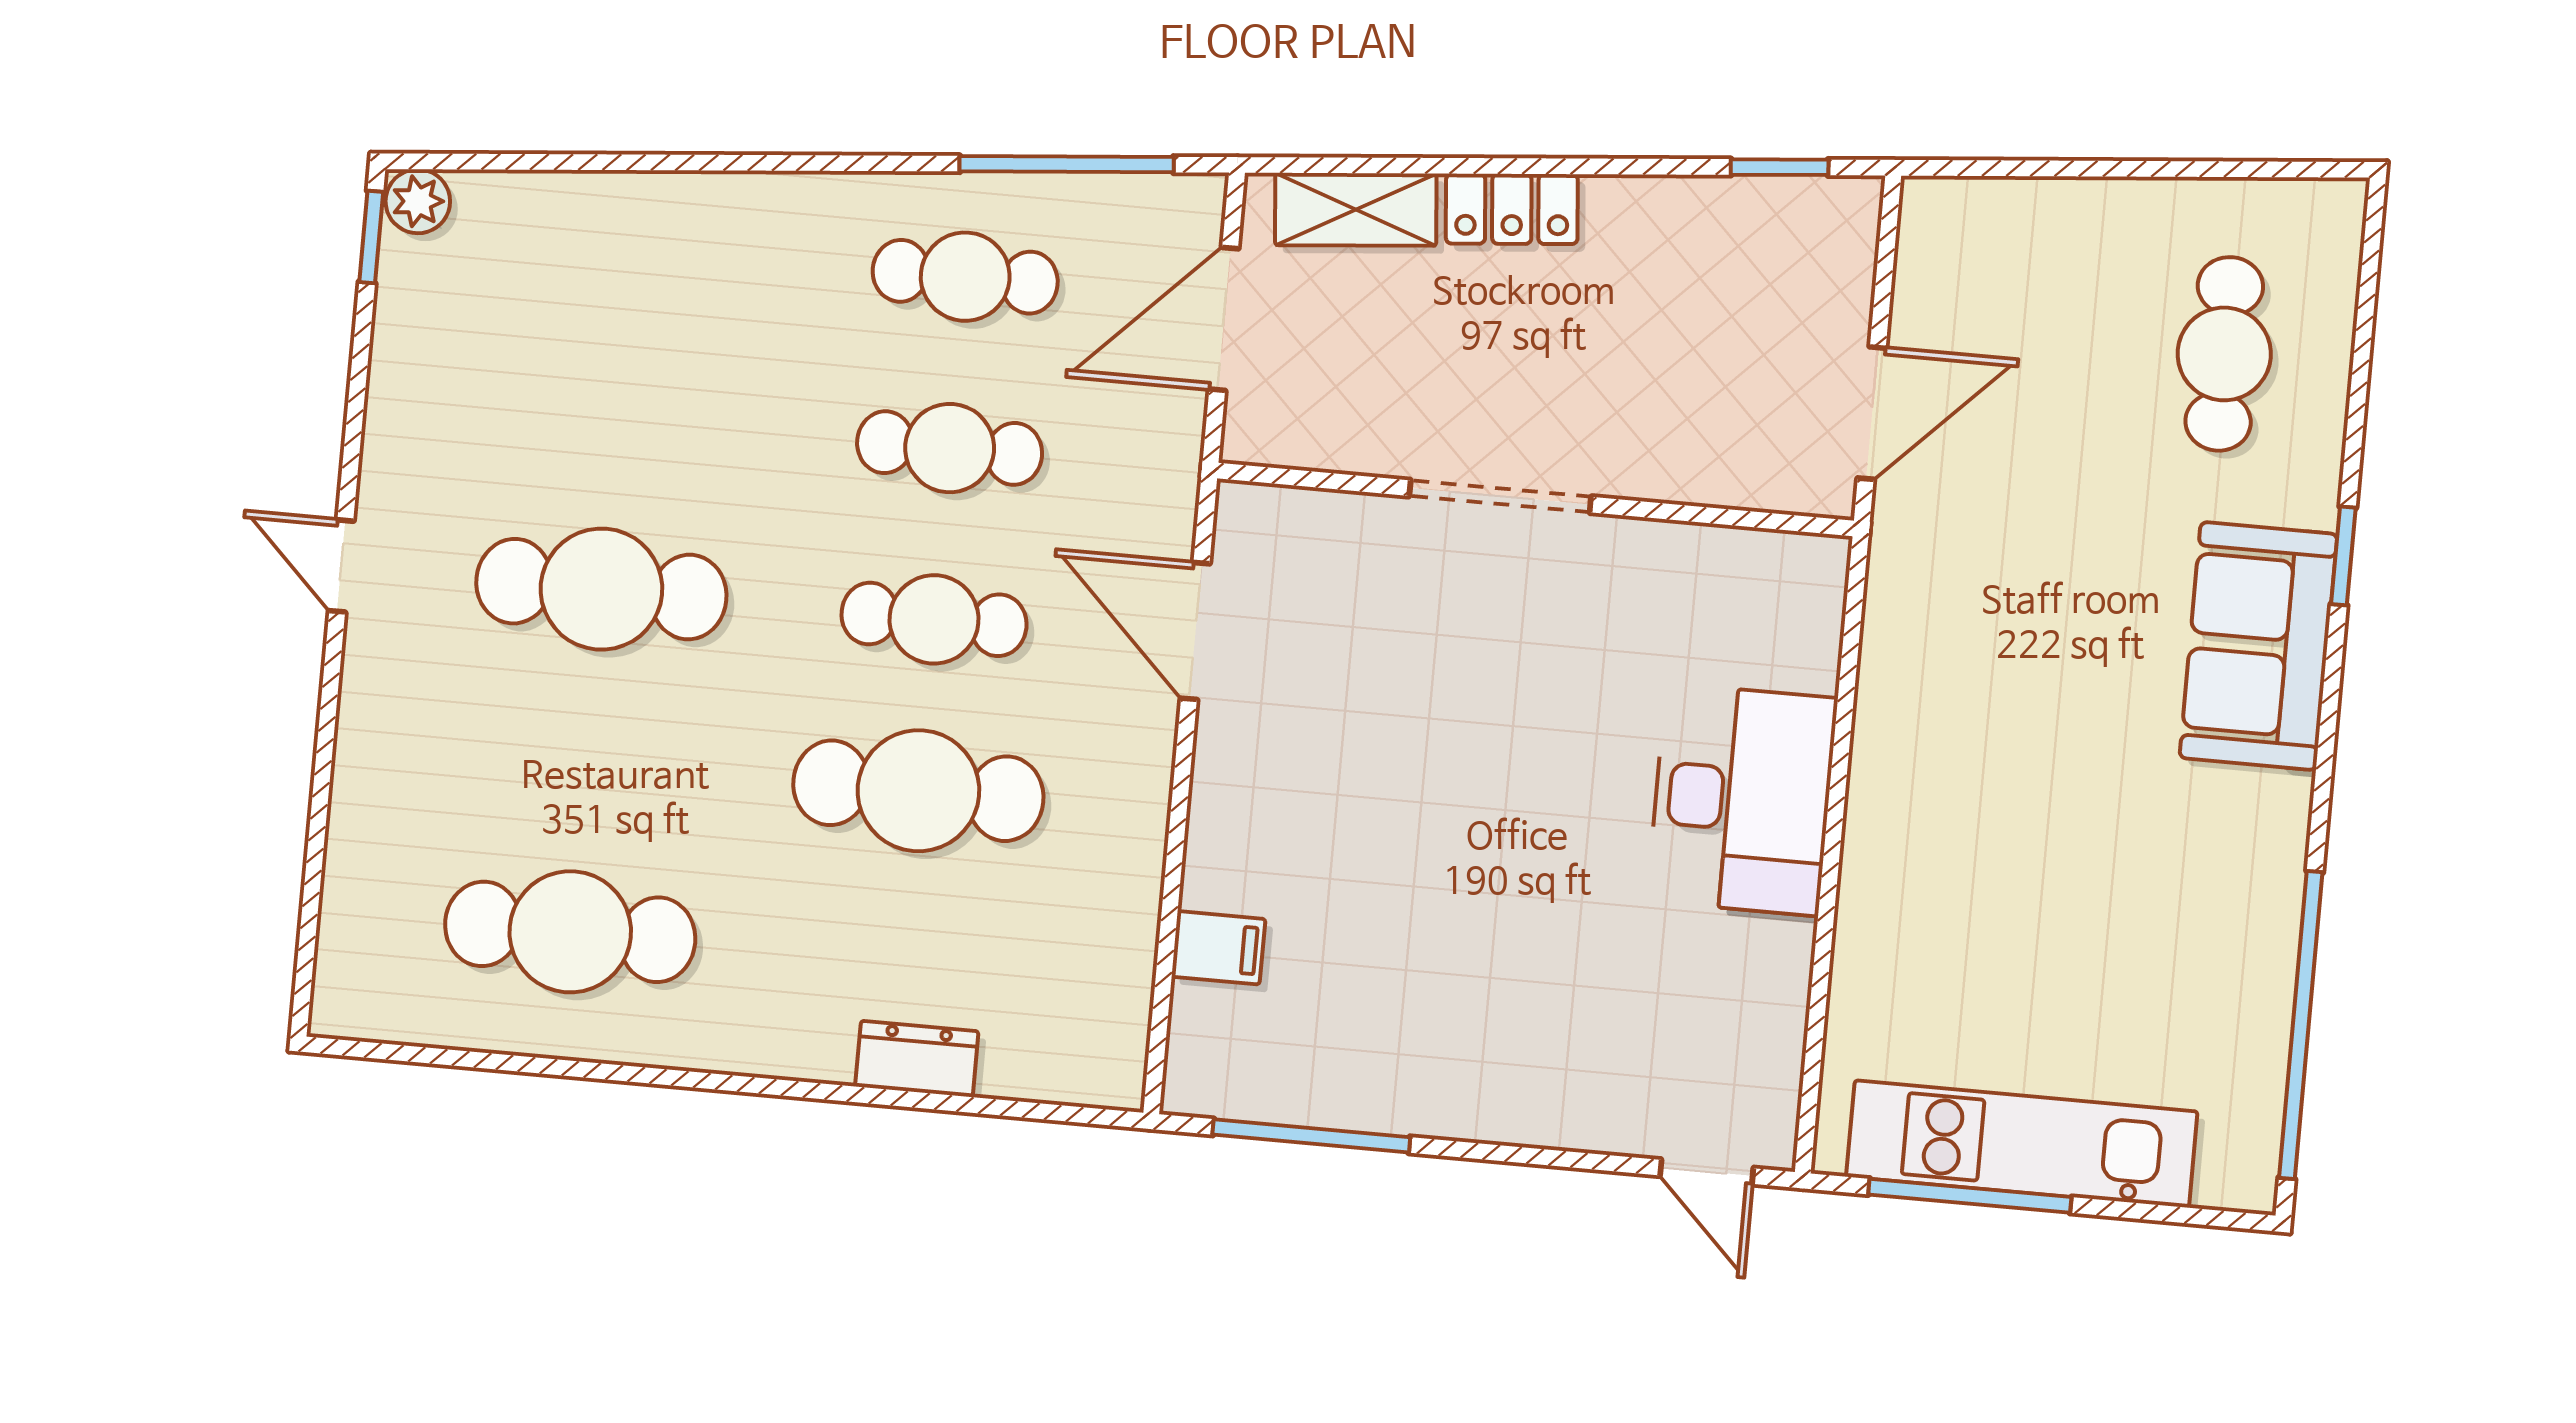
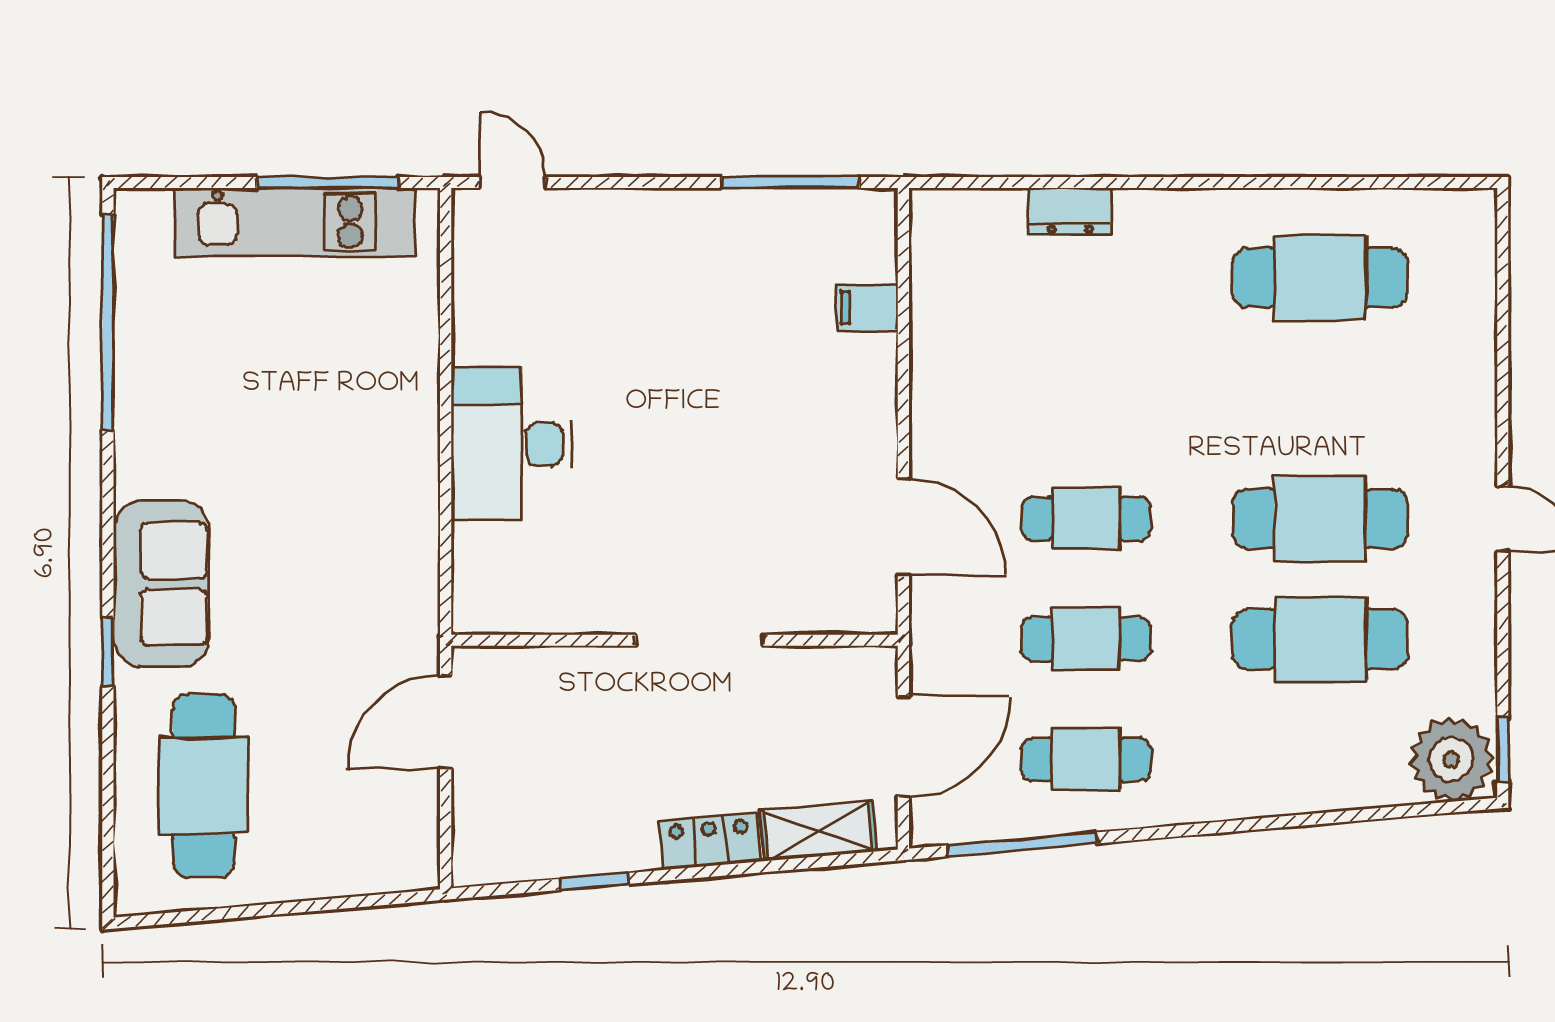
window: (1780, 167) -> (594, 881), moved
plant: (418, 201) -> (1451, 759), width x1.87, depth x1.87
cafe table: (2224, 354) -> (204, 785), width x1.37, depth x1.35
cafe table: (918, 791) -> (1320, 639), moved

